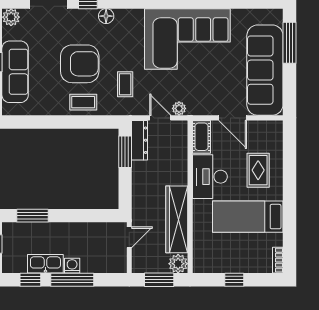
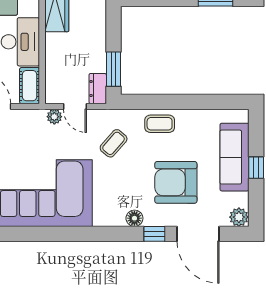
armchair: (80, 64) -> (176, 182), moved
coffee table: (125, 84) -> (114, 143), turned 41
dresser: (140, 140) -> (98, 89), width x0.70

